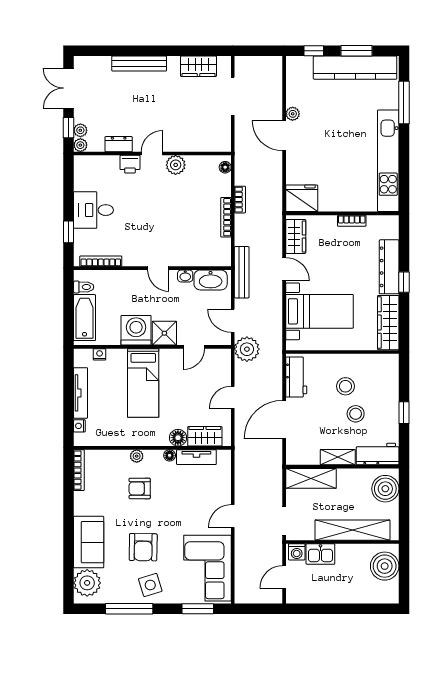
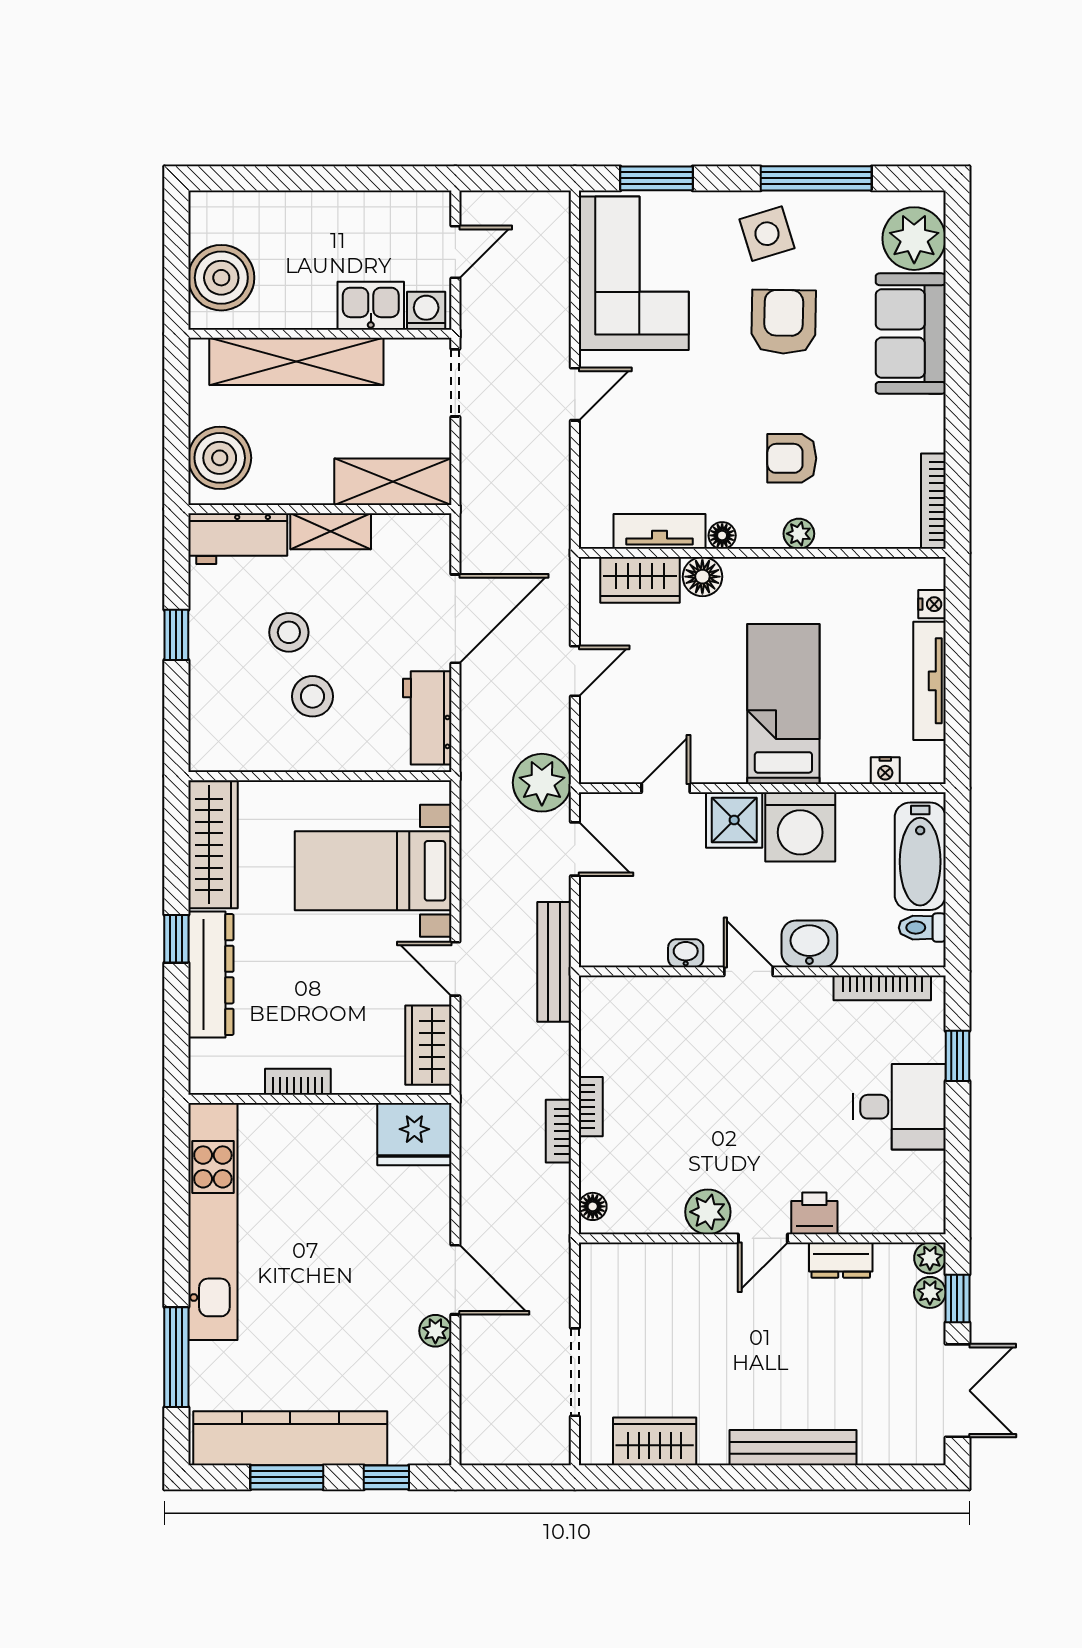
bookcase: (226, 217) -> (591, 1107), width x0.64
washbasin: (211, 280) -> (809, 944), moved, width x0.72
armchair: (140, 488) -> (792, 458), turned 180

